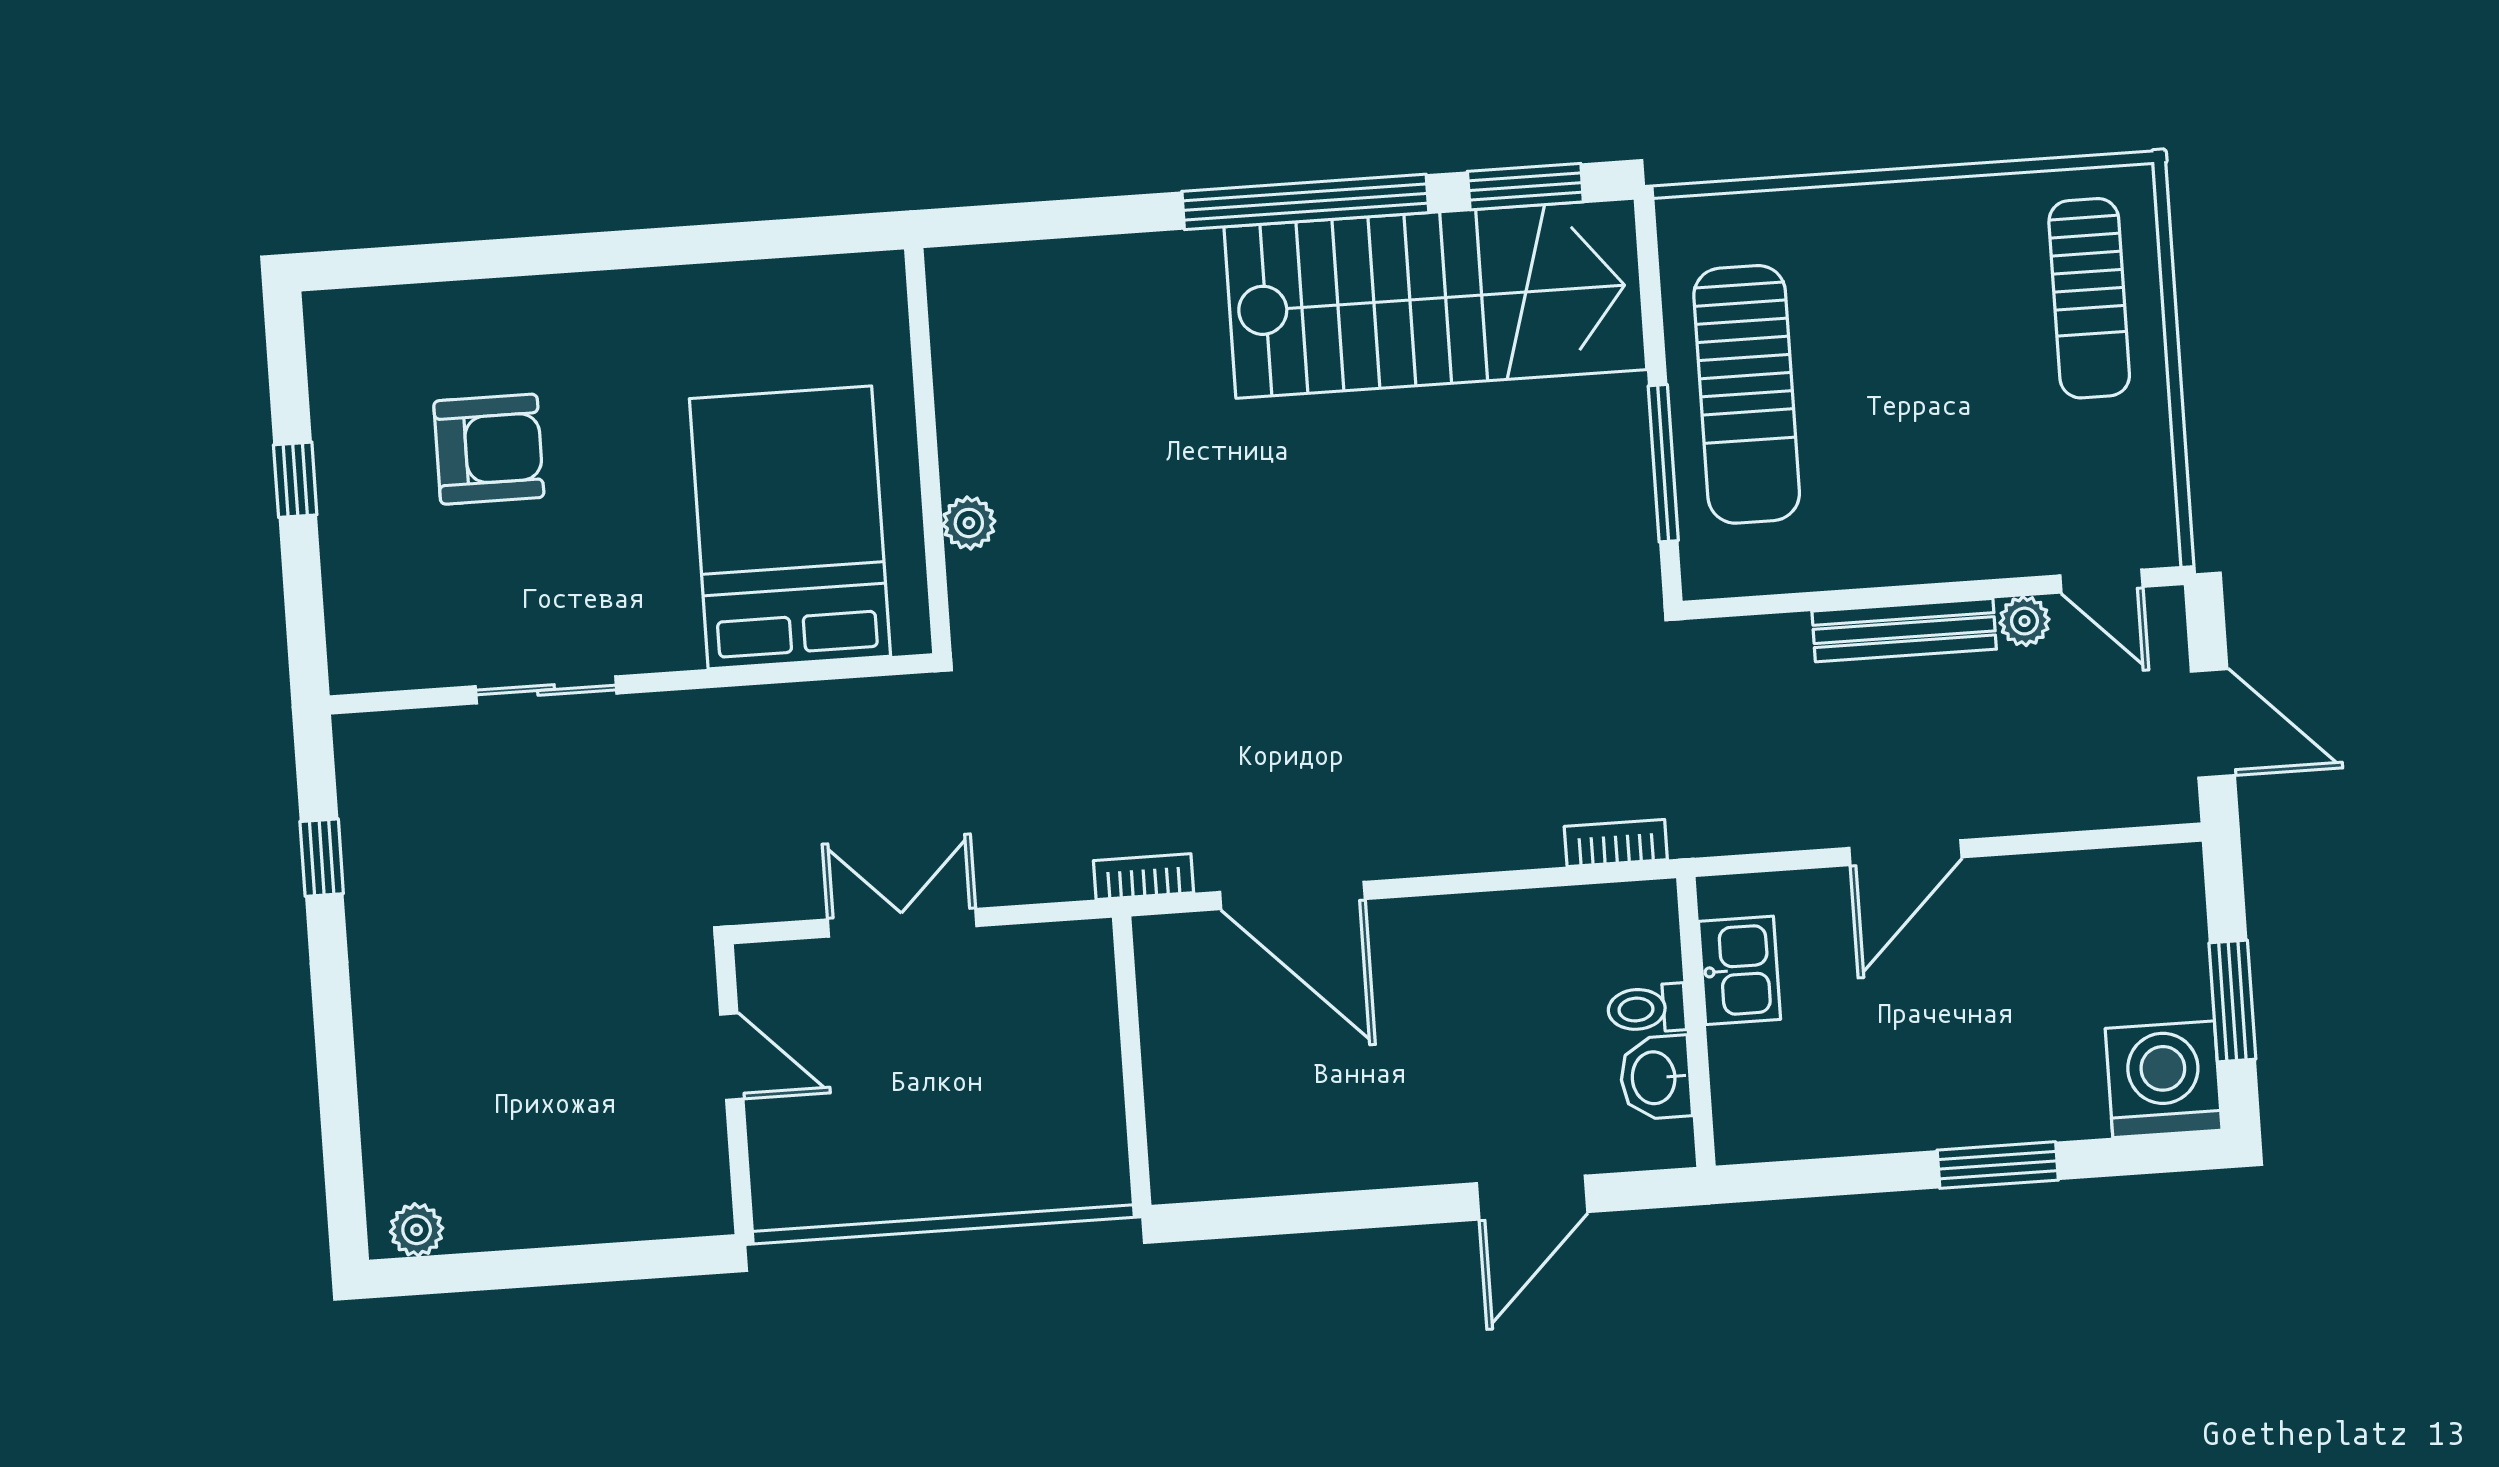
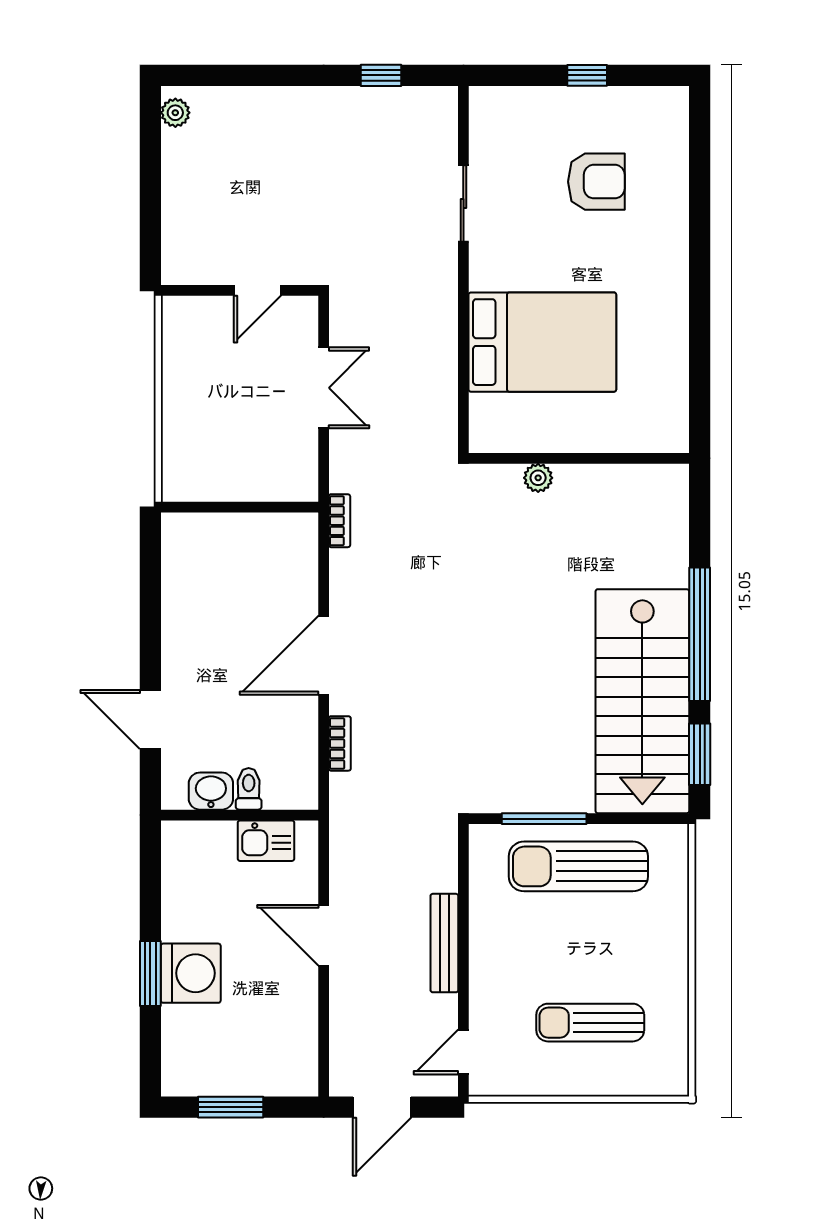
sun lounger: (2089, 298) -> (590, 1023), moved
armchair: (489, 449) -> (596, 182), turned -90
wall: (928, 451) -> (579, 458), moved
plant: (969, 523) -> (538, 478), moved
plant: (2024, 621) -> (445, 1009), removed
bookcase: (1616, 843) -> (340, 743), moved
door: (1292, 895) -> (324, 655), moved
washing machine: (2164, 1079) -> (191, 973), moved

